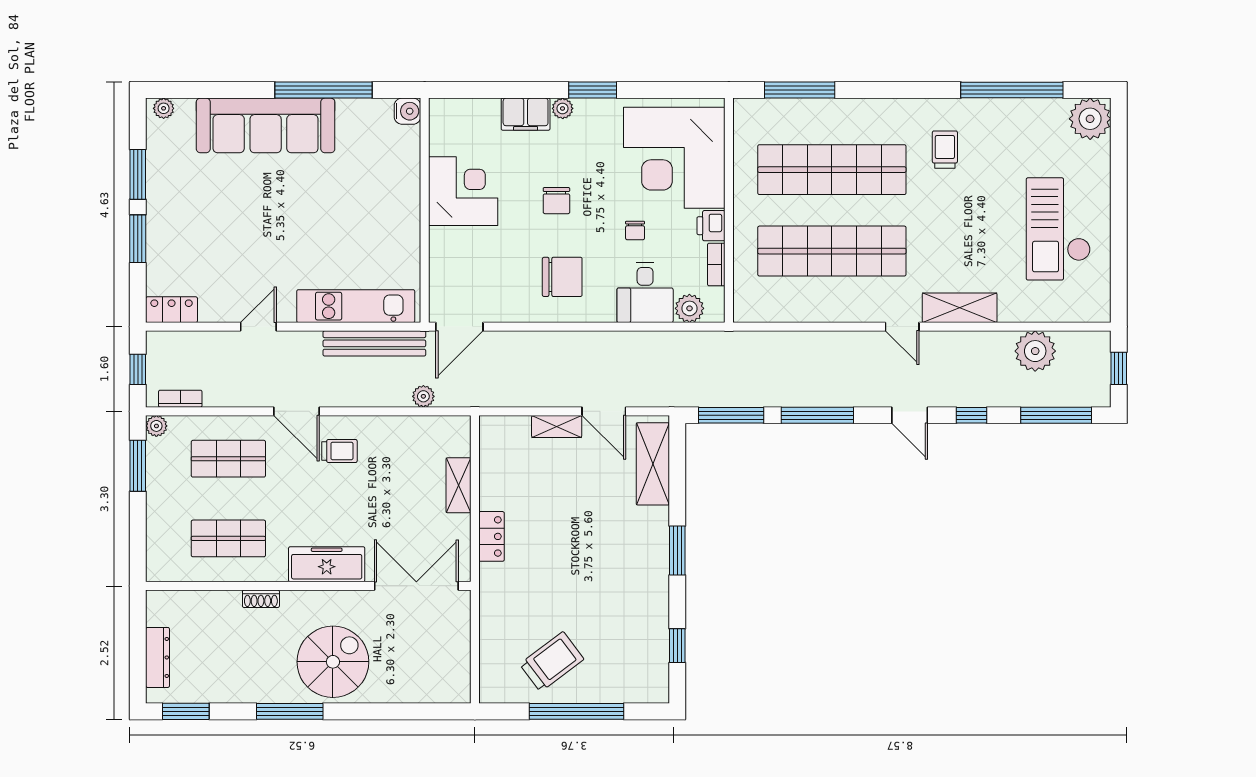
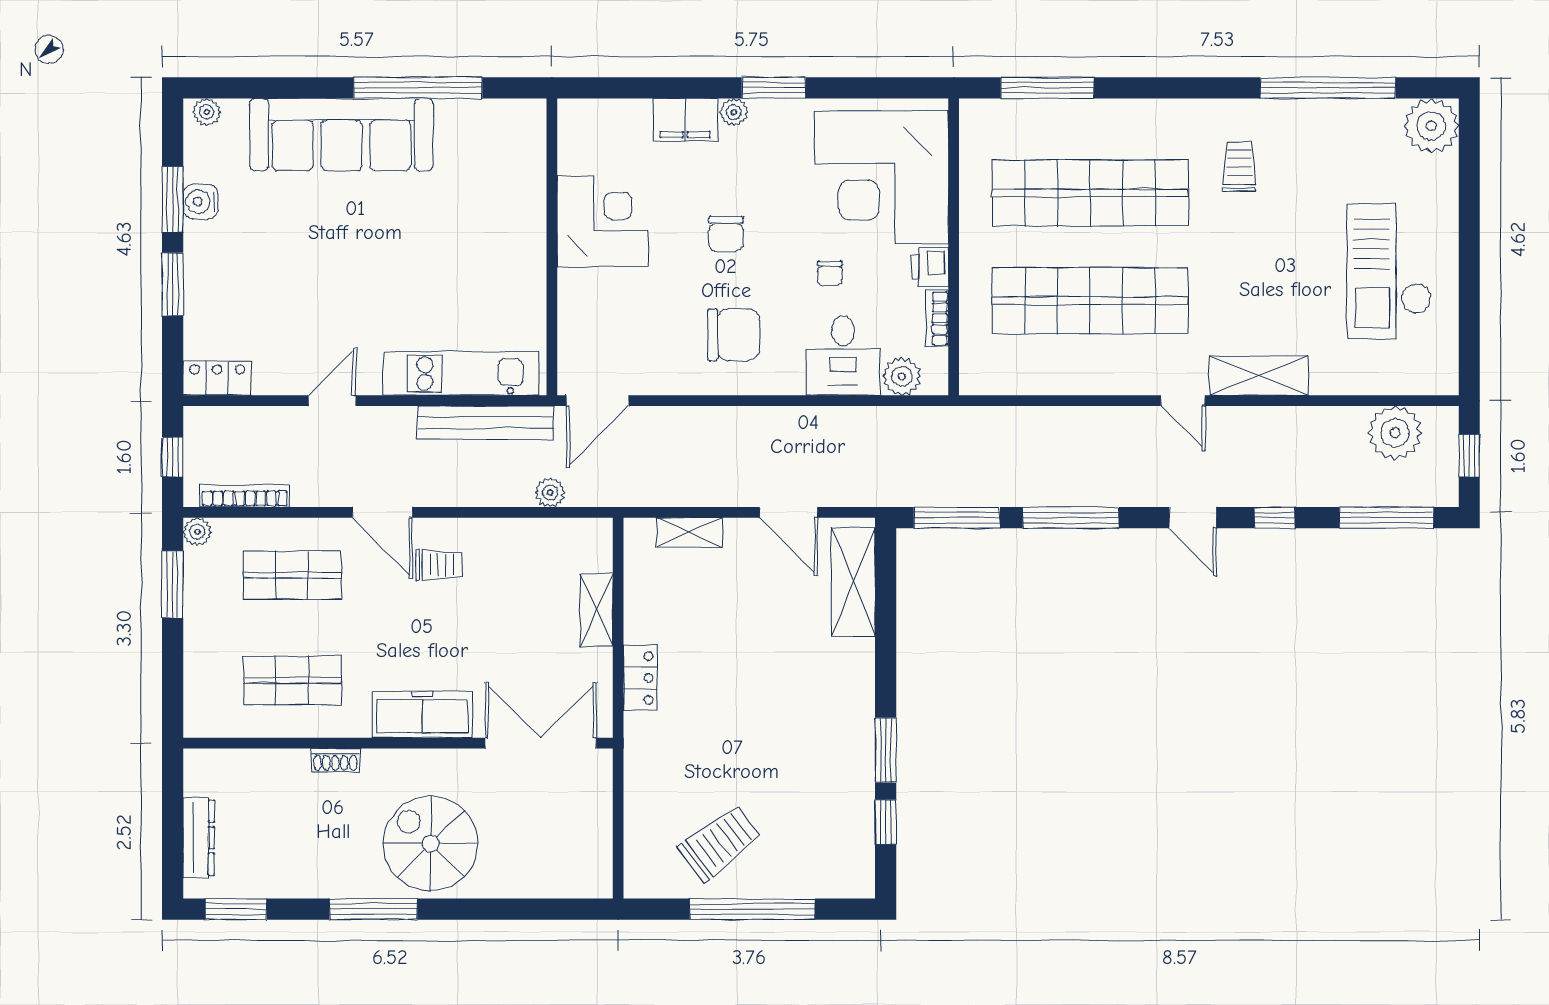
water cooler: (408, 111) -> (201, 201), moved, turned 180
plant: (1035, 351) -> (1395, 433), moved
bookcase: (180, 399) -> (245, 496), width x1.56
shelving: (557, 426) -> (689, 532), moved
window: (677, 551) -> (886, 750), moved
spiral stairs: (333, 662) -> (430, 844), turned -90

